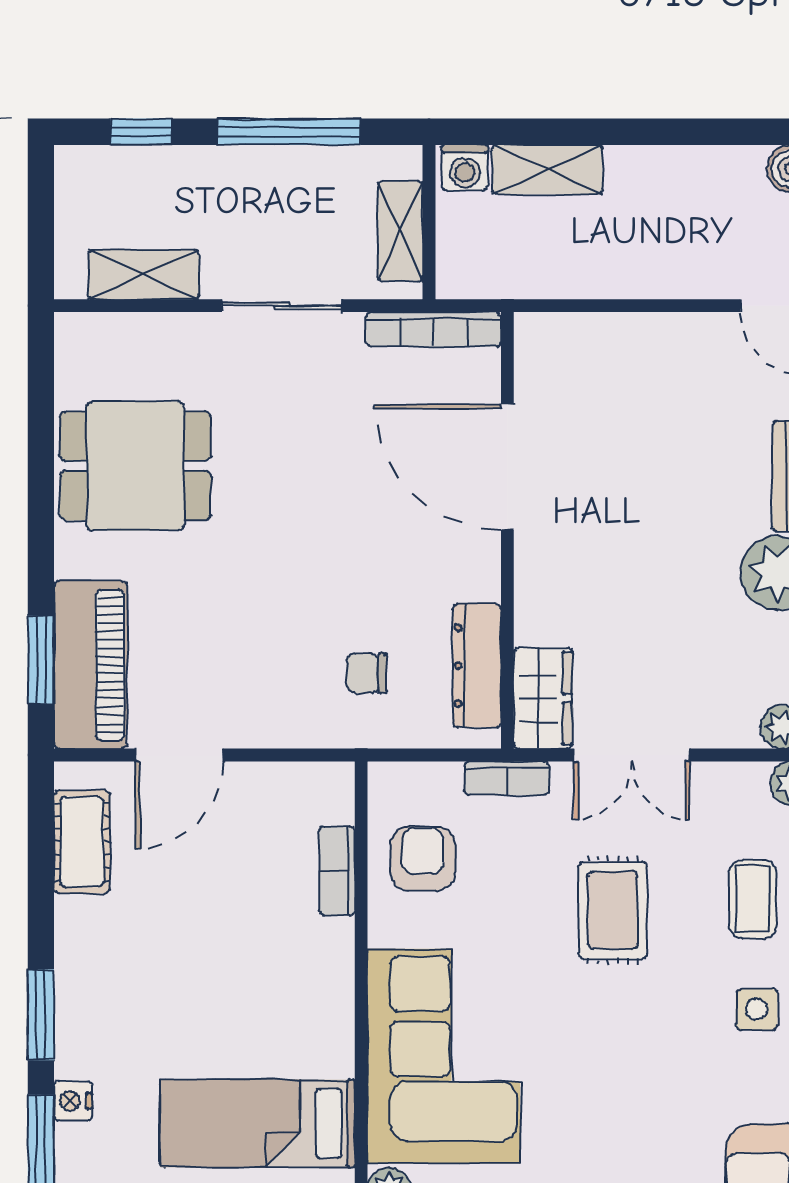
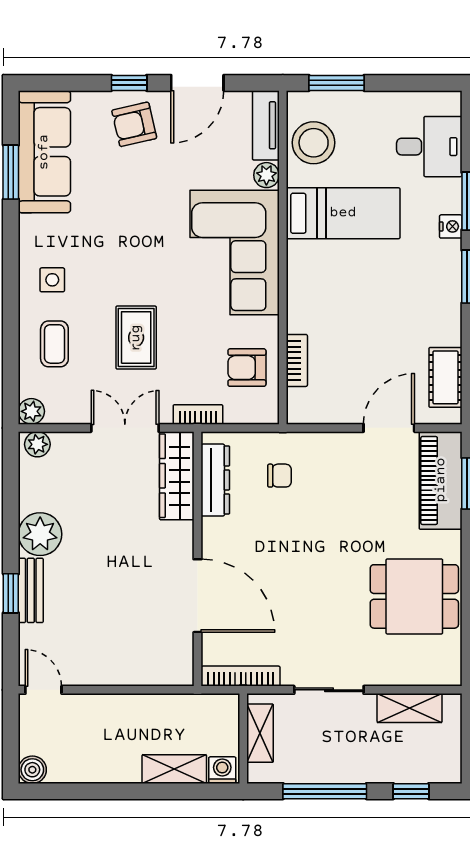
wardrobe: (543, 698) -> (177, 476), width x1.50
armchair: (423, 859) -> (247, 368), turned 90

